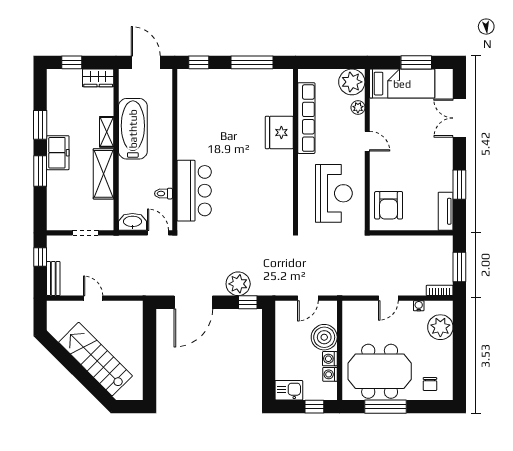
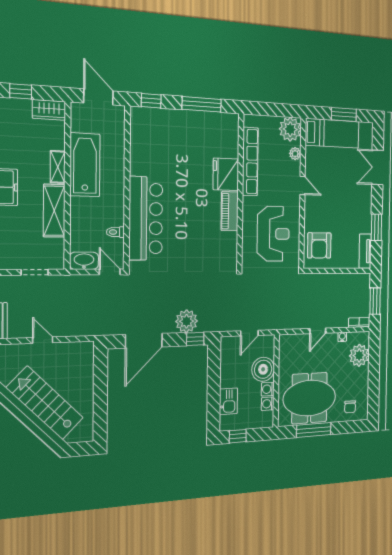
piano: (284, 170) -> (230, 211), added
bar counter: (194, 191) -> (146, 218), width x1.36
kitchen sink: (289, 390) -> (228, 401), moved, turned 90
window: (314, 407) -> (238, 436), moved

